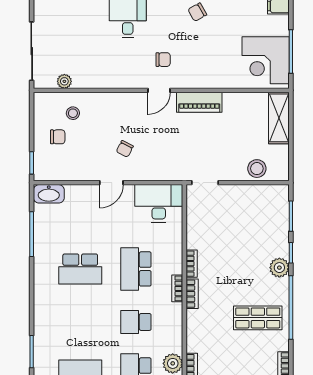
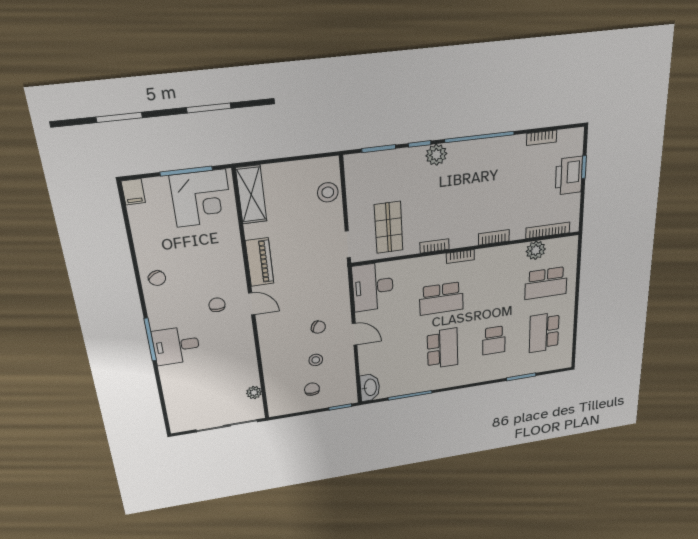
stool: (73, 113) -> (316, 360), moved
shelving: (279, 118) -> (251, 195), moved, turned 90
bookcase: (192, 294) -> (494, 237), moved
shop shelf: (258, 318) -> (389, 228), moved
school desk: (136, 322) -> (494, 340), moved

